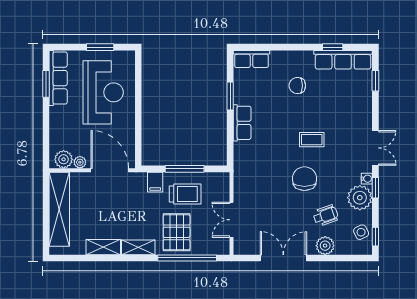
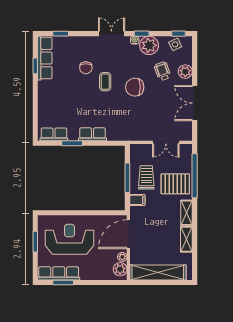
row of seats: (252, 59) -> (54, 134), moved, turned -90
chair: (297, 86) -> (86, 68), moved

